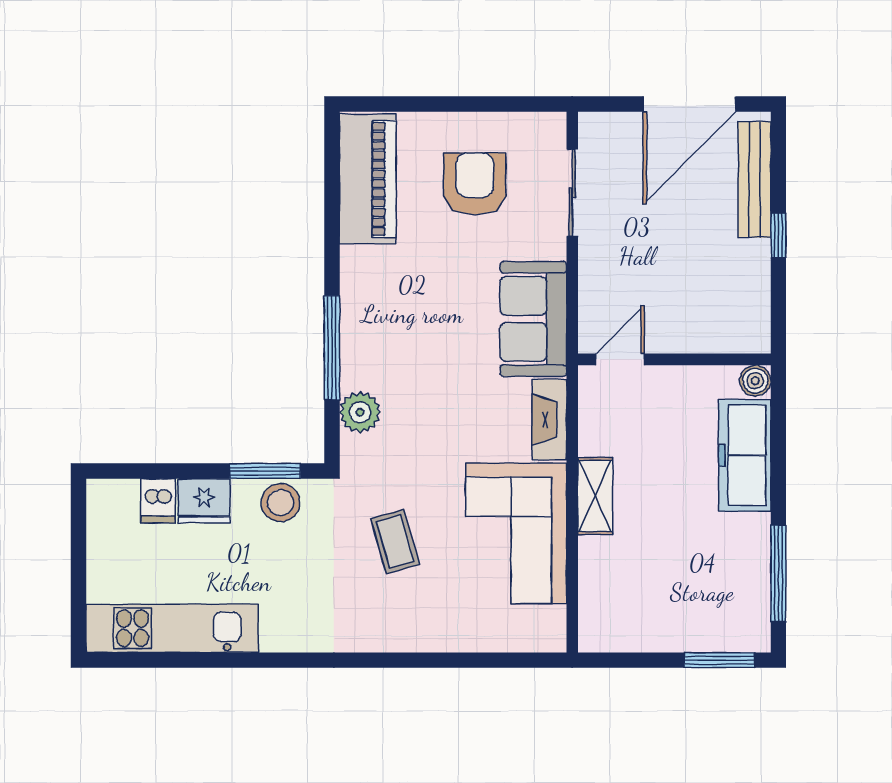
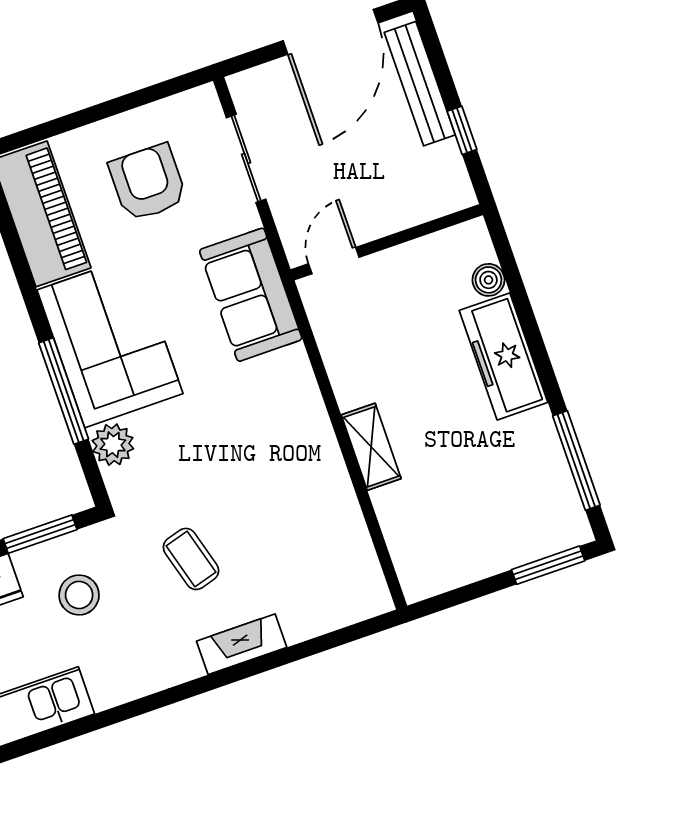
door: (620, 359) -> (334, 261), moved
wall: (674, 359) -> (387, 242), moved
fireplace: (549, 420) -> (242, 644), moved, turned 90
stool: (281, 503) -> (79, 595), moved
corner sofa: (516, 533) -> (110, 342), moved, turned 180

